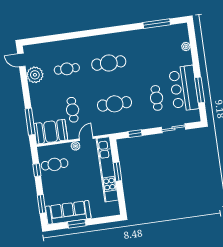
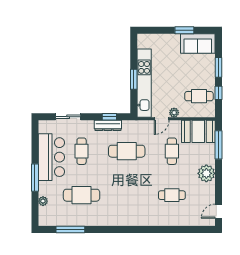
door: (21, 60) -> (218, 211), swing flipped
cafe table: (109, 63) -> (82, 195), moved
plant: (35, 75) -> (206, 173), moved
window: (200, 90) -> (35, 178), moved
dresser: (135, 125) -> (108, 125), added
window: (42, 204) -> (218, 67), moved
sofa: (68, 212) -> (198, 43), width x0.73

